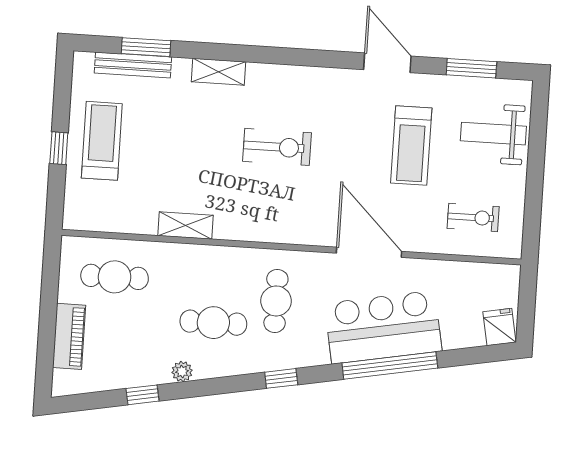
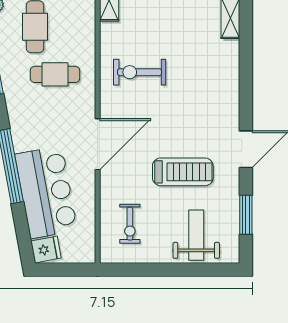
treadmill: (411, 145) -> (183, 172), turned 180
exercise bike: (277, 147) -> (140, 72), moved, turned 90
bar counter: (383, 327) -> (46, 192), moved

